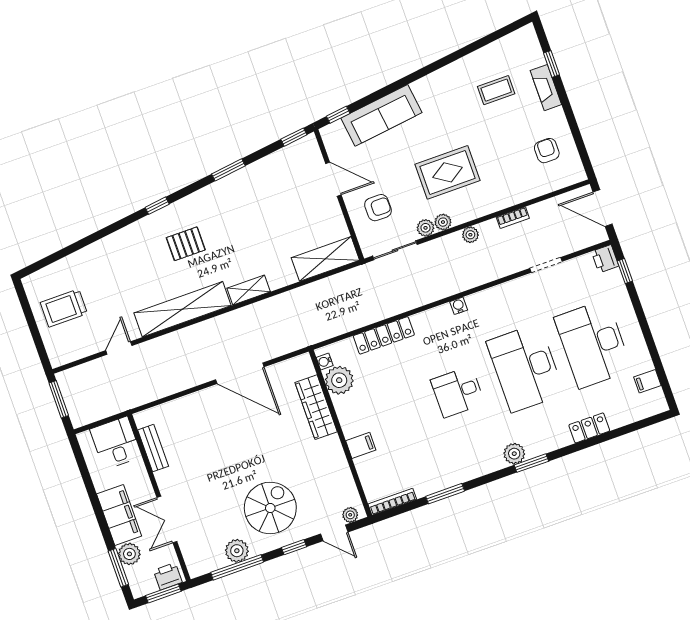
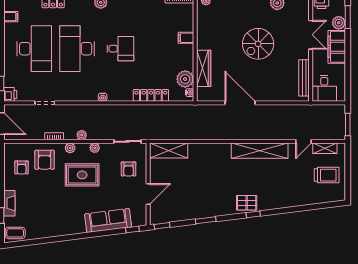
coffee table: (496, 90) -> (15, 233), moved
armchair: (515, 175) -> (45, 160), added
door: (333, 179) -> (148, 194), swing flipped
armchair: (378, 208) -> (129, 169), turned -90
plant: (426, 228) -> (70, 148), moved
pallet: (186, 244) -> (247, 203), moved
shelving: (249, 290) -> (325, 148), moved
desk: (525, 368) -> (77, 49), turned 180
bench: (153, 448) -> (304, 78), width x1.36
spiral stairs: (270, 508) -> (258, 44), moved

